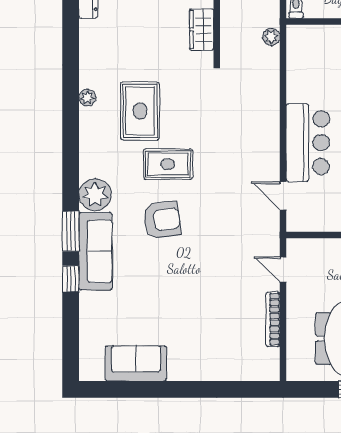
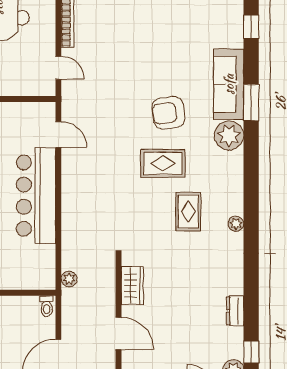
rug: (140, 111) -> (188, 212), width x0.73, depth x0.70
bar counter: (308, 143) -> (36, 196), width x1.36
window: (71, 279) -> (251, 27), moved

